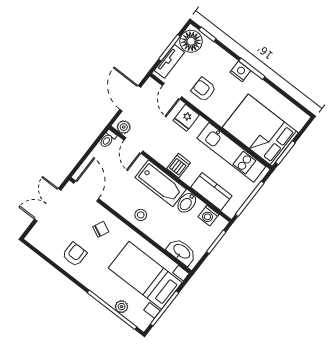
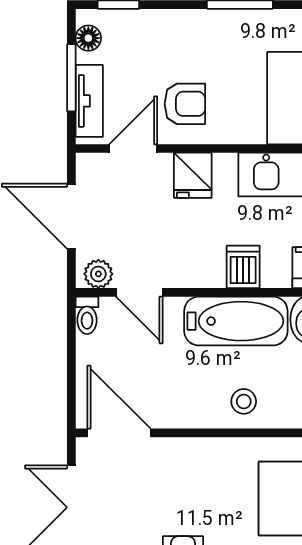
floor lamp: (191, 41) -> (88, 38), width x0.53, depth x0.53
nightstand: (240, 71) -> (224, 24), removed
armchair: (204, 89) -> (185, 104), turned 180
door: (172, 91) -> (133, 149), swing flipped
chair: (101, 229) -> (195, 479), removed

